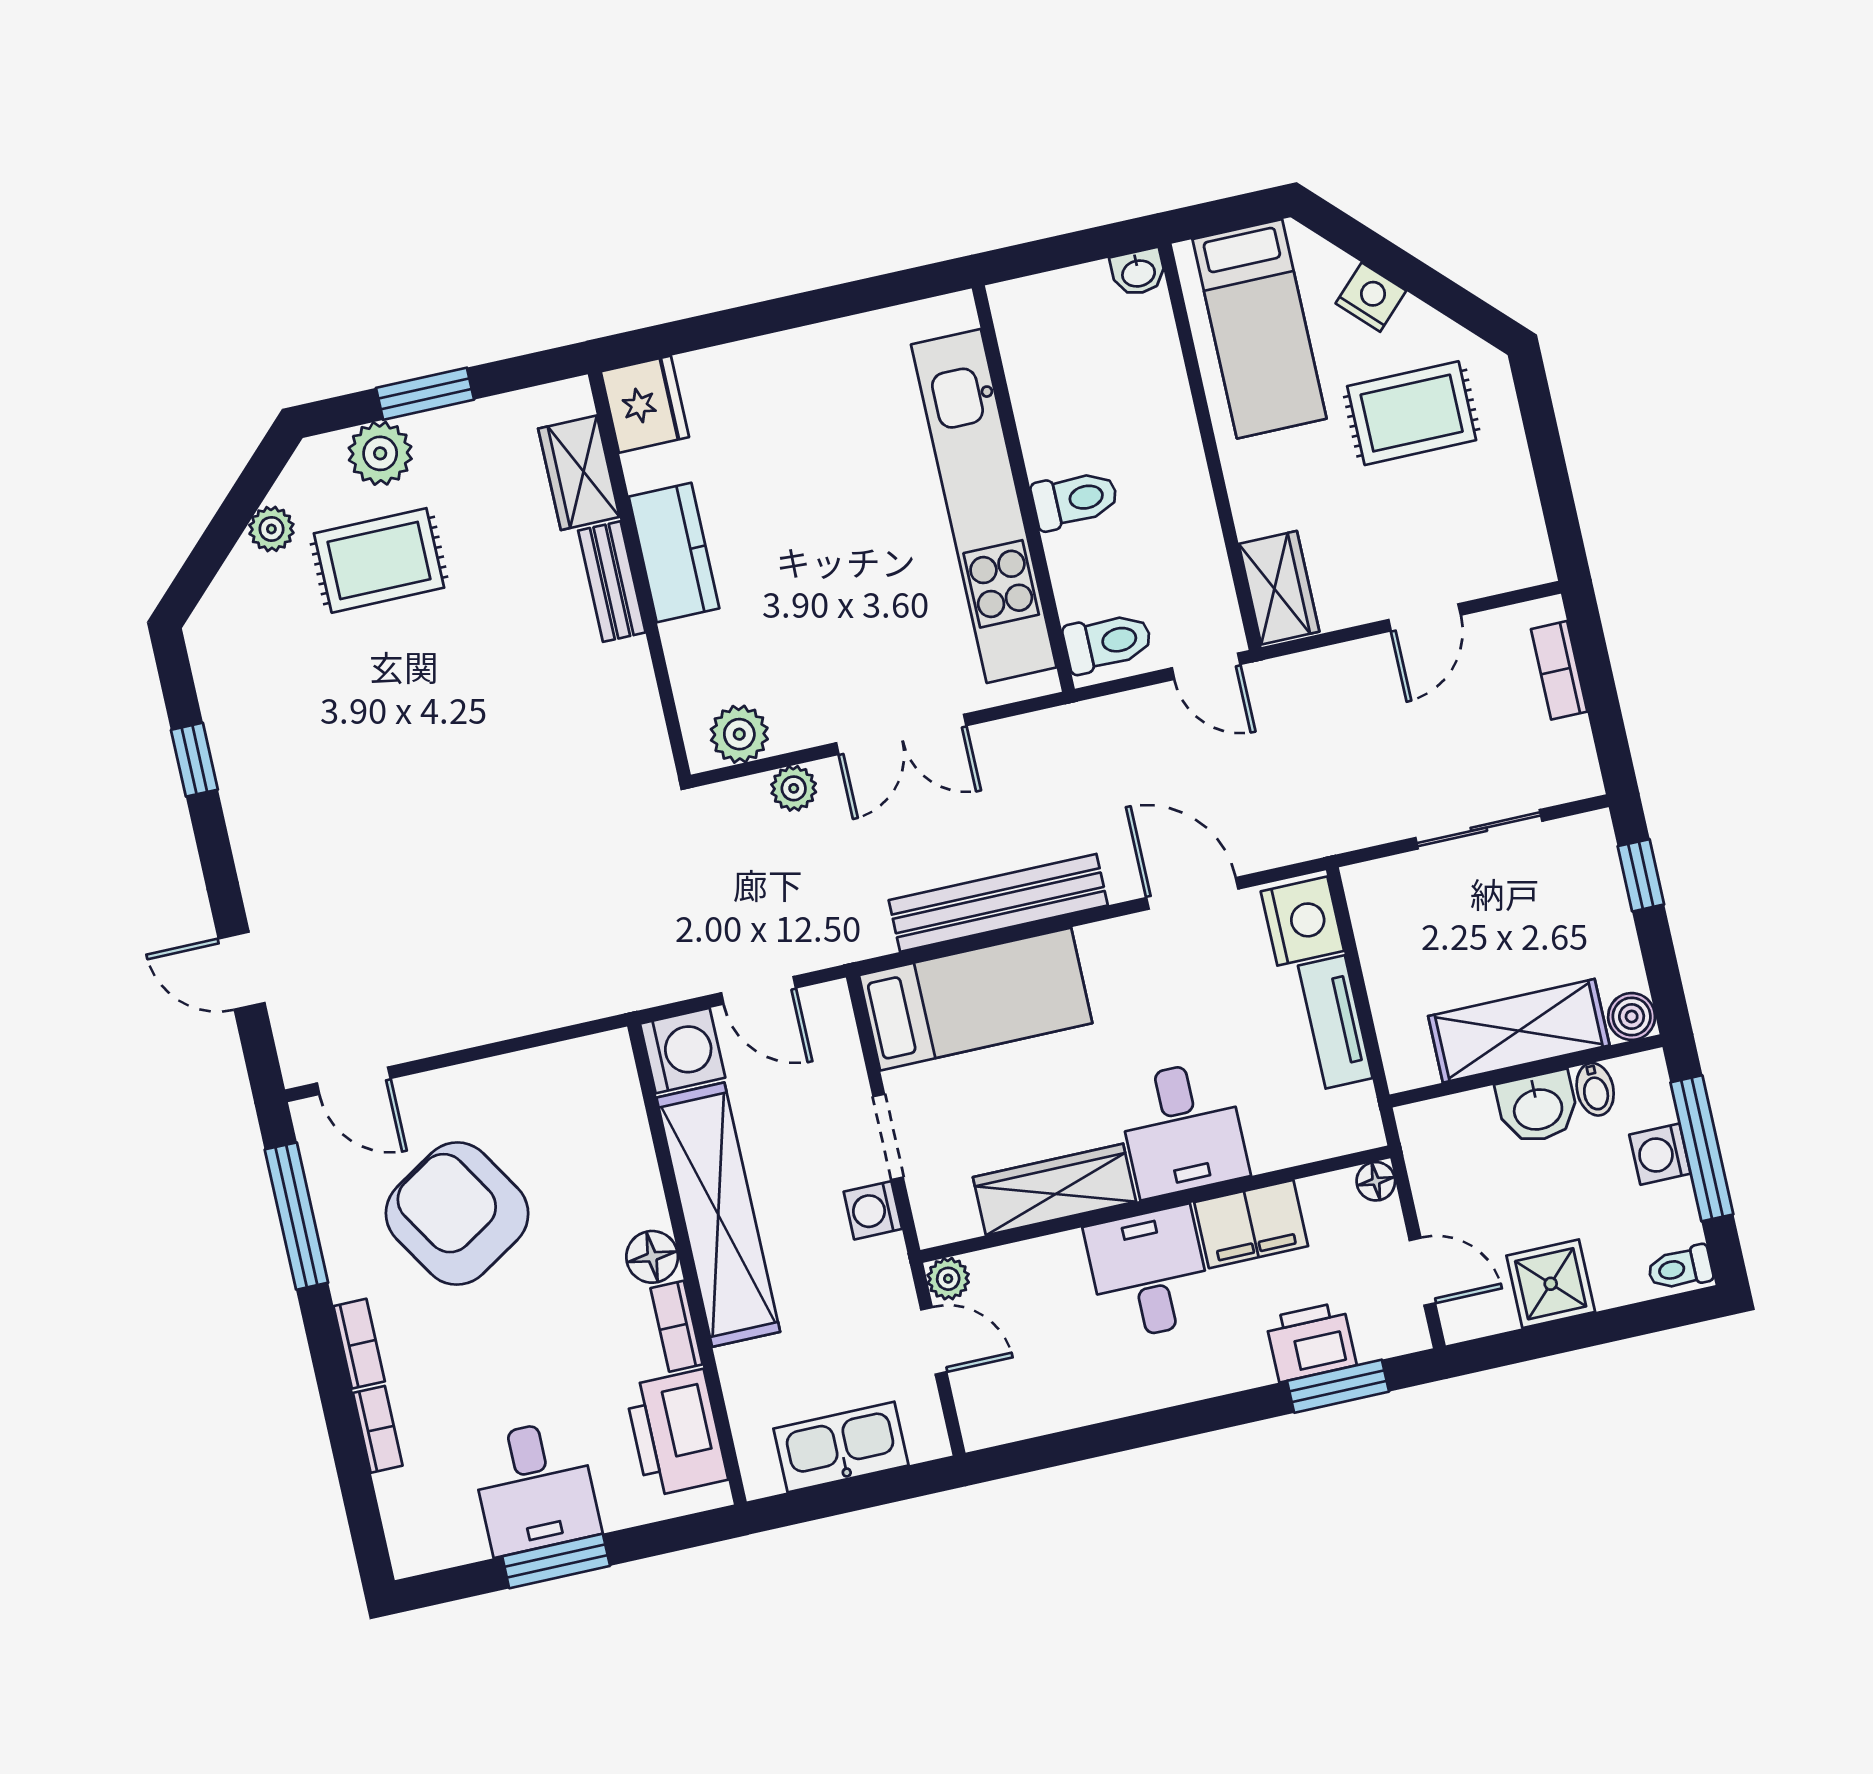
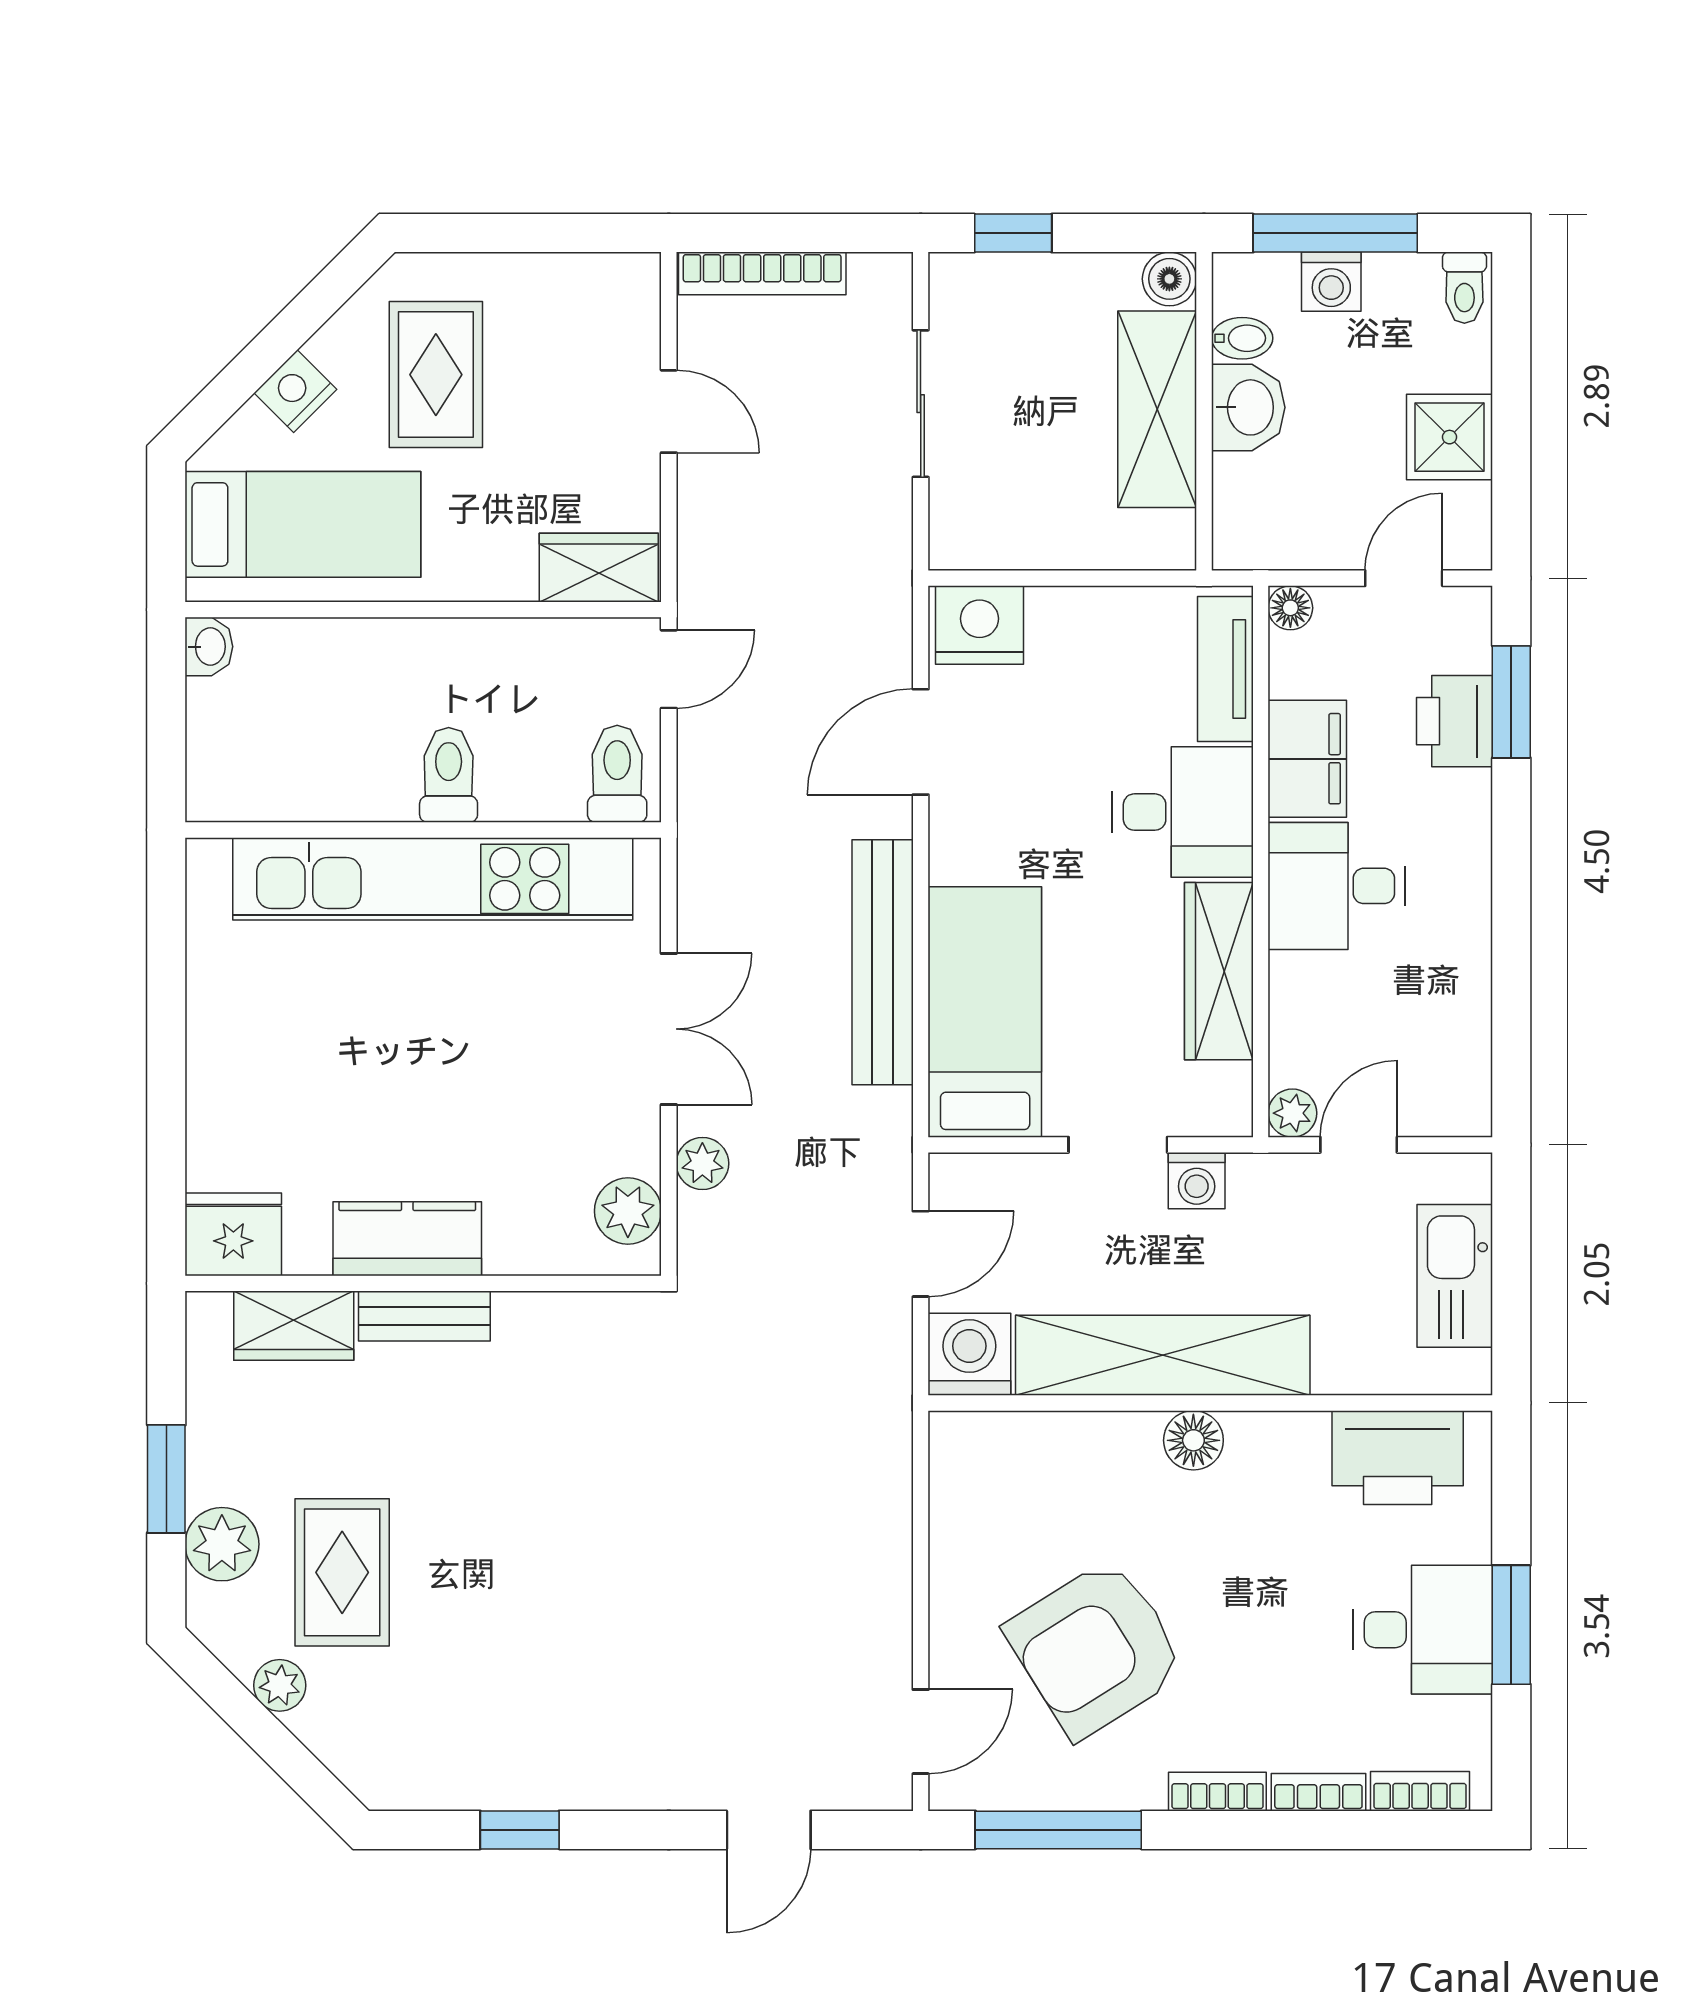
bookcase: (1559, 670) -> (762, 273), width x1.56
tv unit: (1335, 1022) -> (1225, 669), moved, turned 90
bookcase: (677, 1326) -> (1420, 1791), moved, turned 180

